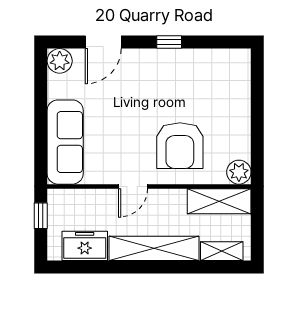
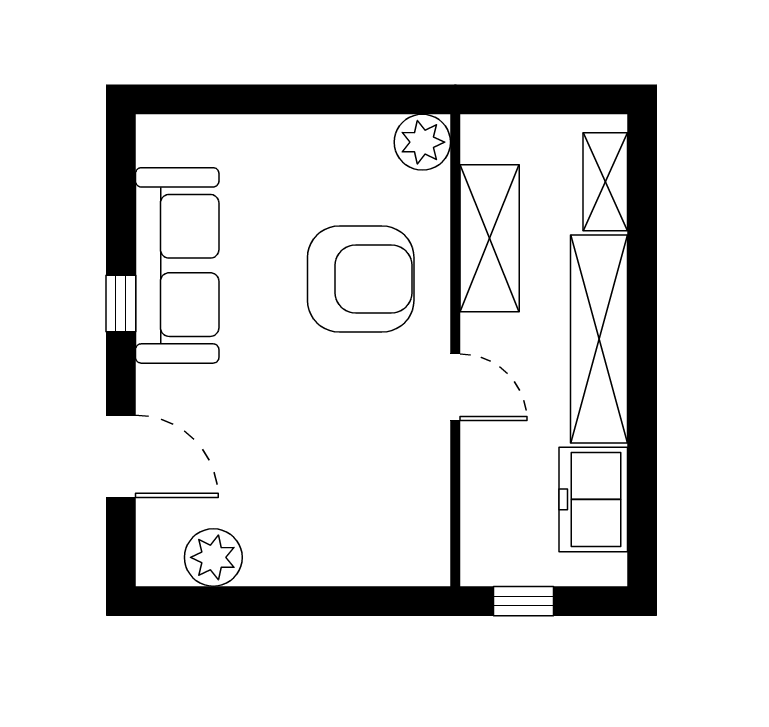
plant: (60, 61) -> (213, 557), moved
sofa: (65, 142) -> (177, 265), moved, turned 90
shelving: (219, 201) -> (490, 238), moved

